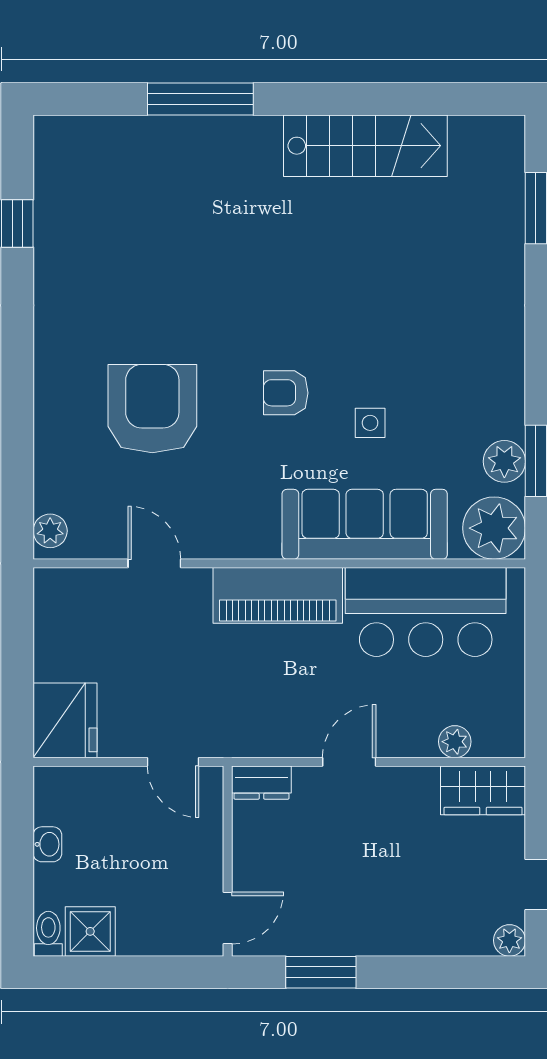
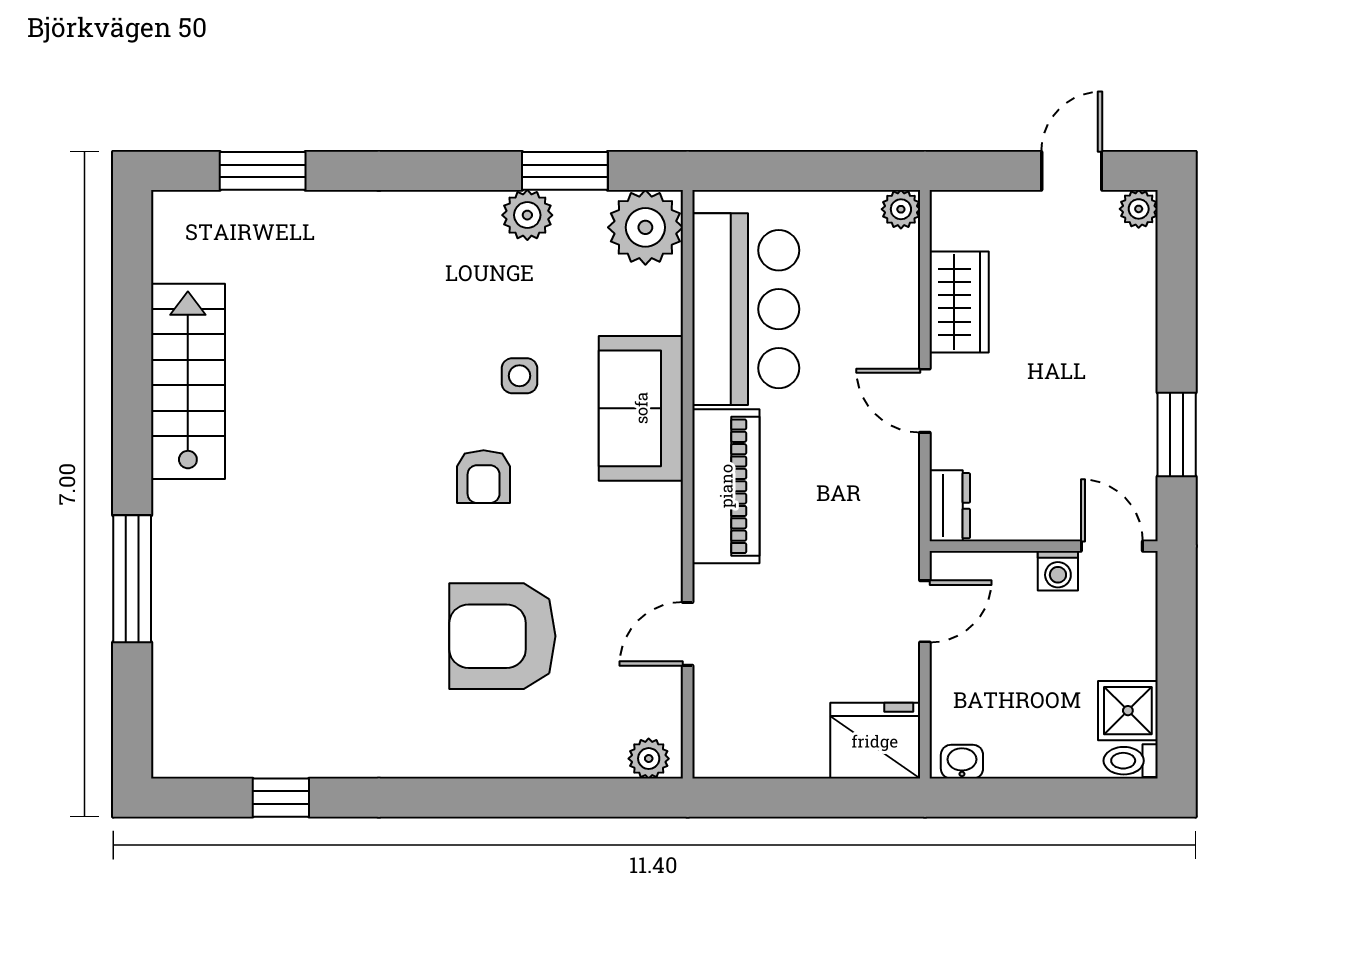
plant: (504, 461) -> (527, 215), moved
sofa: (365, 524) -> (641, 408), width x0.73
plant: (455, 742) -> (901, 209), moved
wardrobe: (483, 790) -> (959, 302), moved
washbasin: (47, 844) -> (962, 762), moved
washing machine: (207, 873) -> (1058, 571), added

